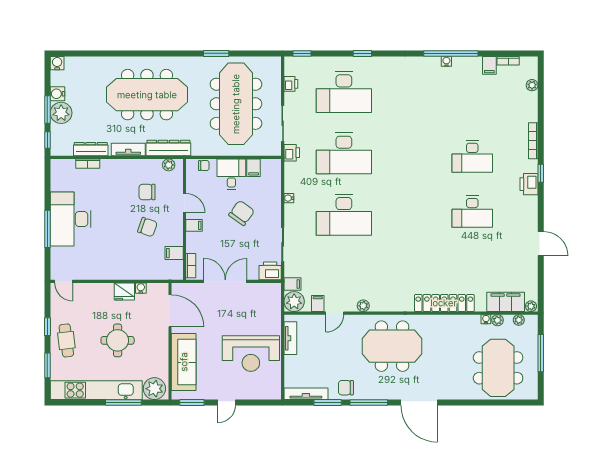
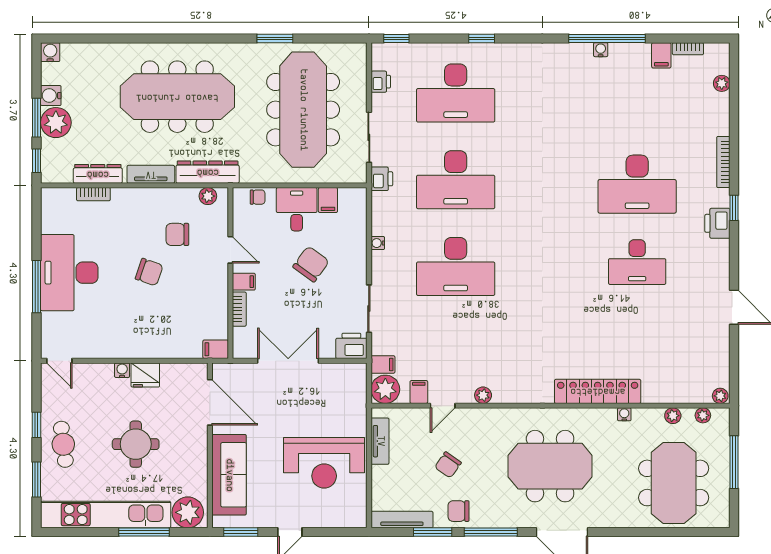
desk: (472, 156) -> (637, 184), width x1.36, depth x1.30
chair: (147, 227) -> (149, 272), moved
filing cabinet: (174, 253) -> (216, 349), moved
bookcase: (191, 266) -> (239, 309), moved
water cooler: (141, 288) -> (122, 370), moved
filing cabinet: (506, 302) -> (684, 390), removed
water cooler: (486, 319) -> (624, 414), moved
meeting table: (392, 346) -> (550, 466), moved
chair: (338, 355) -> (448, 465), added

